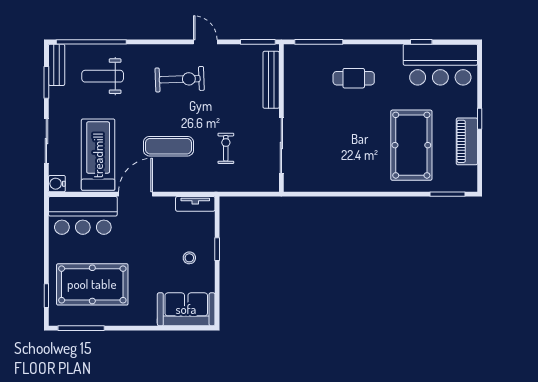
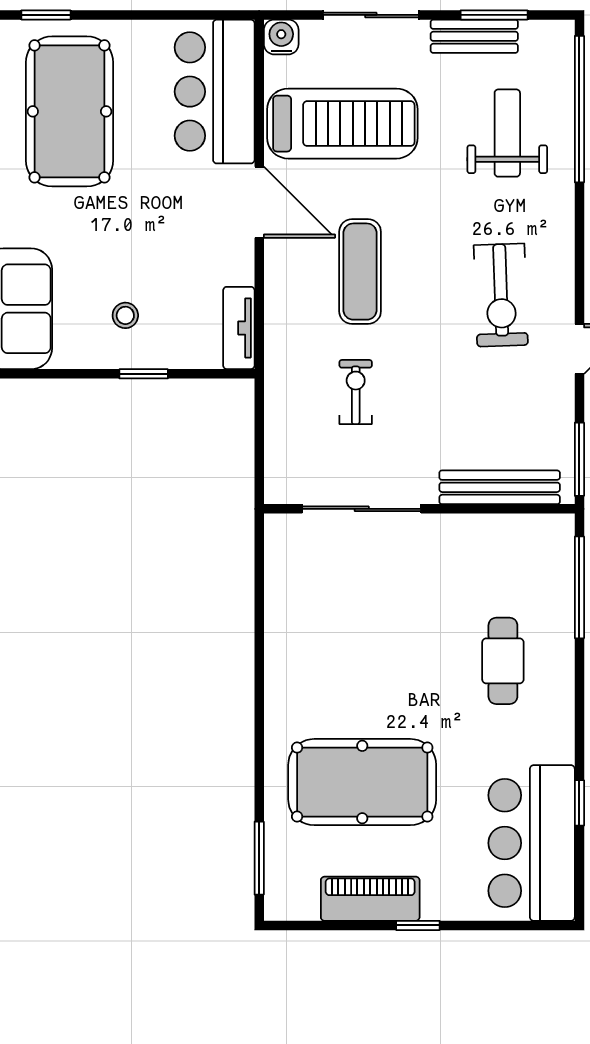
bench: (57, 65) -> (474, 36), moved
exercise bike: (226, 148) -> (356, 392), turned -90

